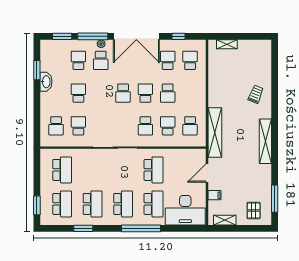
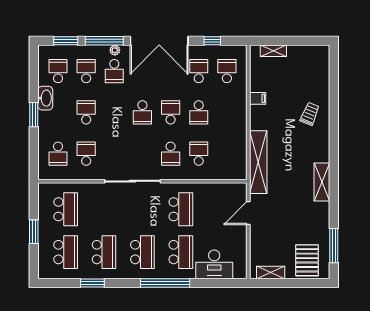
window: (37, 70) -> (34, 115), moved
school desk: (190, 126) -> (58, 71), moved, turned 180
shelving: (265, 141) -> (322, 182), width x0.68
filing cabinet: (215, 195) -> (258, 98), moved
window: (37, 205) -> (34, 232), moved
desk: (185, 210) -> (214, 264), width x0.73, depth x0.77
pallet: (254, 210) -> (307, 260), width x1.50, depth x1.42

